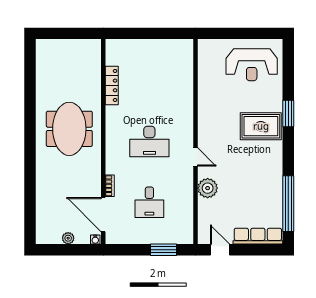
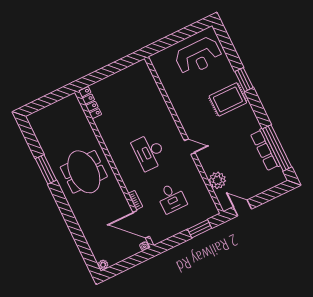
locker: (112, 85) -> (90, 103), moved
window: (30, 107) -> (46, 169), added
desk: (149, 142) -> (149, 152), turned 90
plant: (208, 188) -> (217, 180), moved
row of seats: (258, 236) -> (265, 150), moved, turned -90
plant: (68, 238) -> (103, 265), moved

